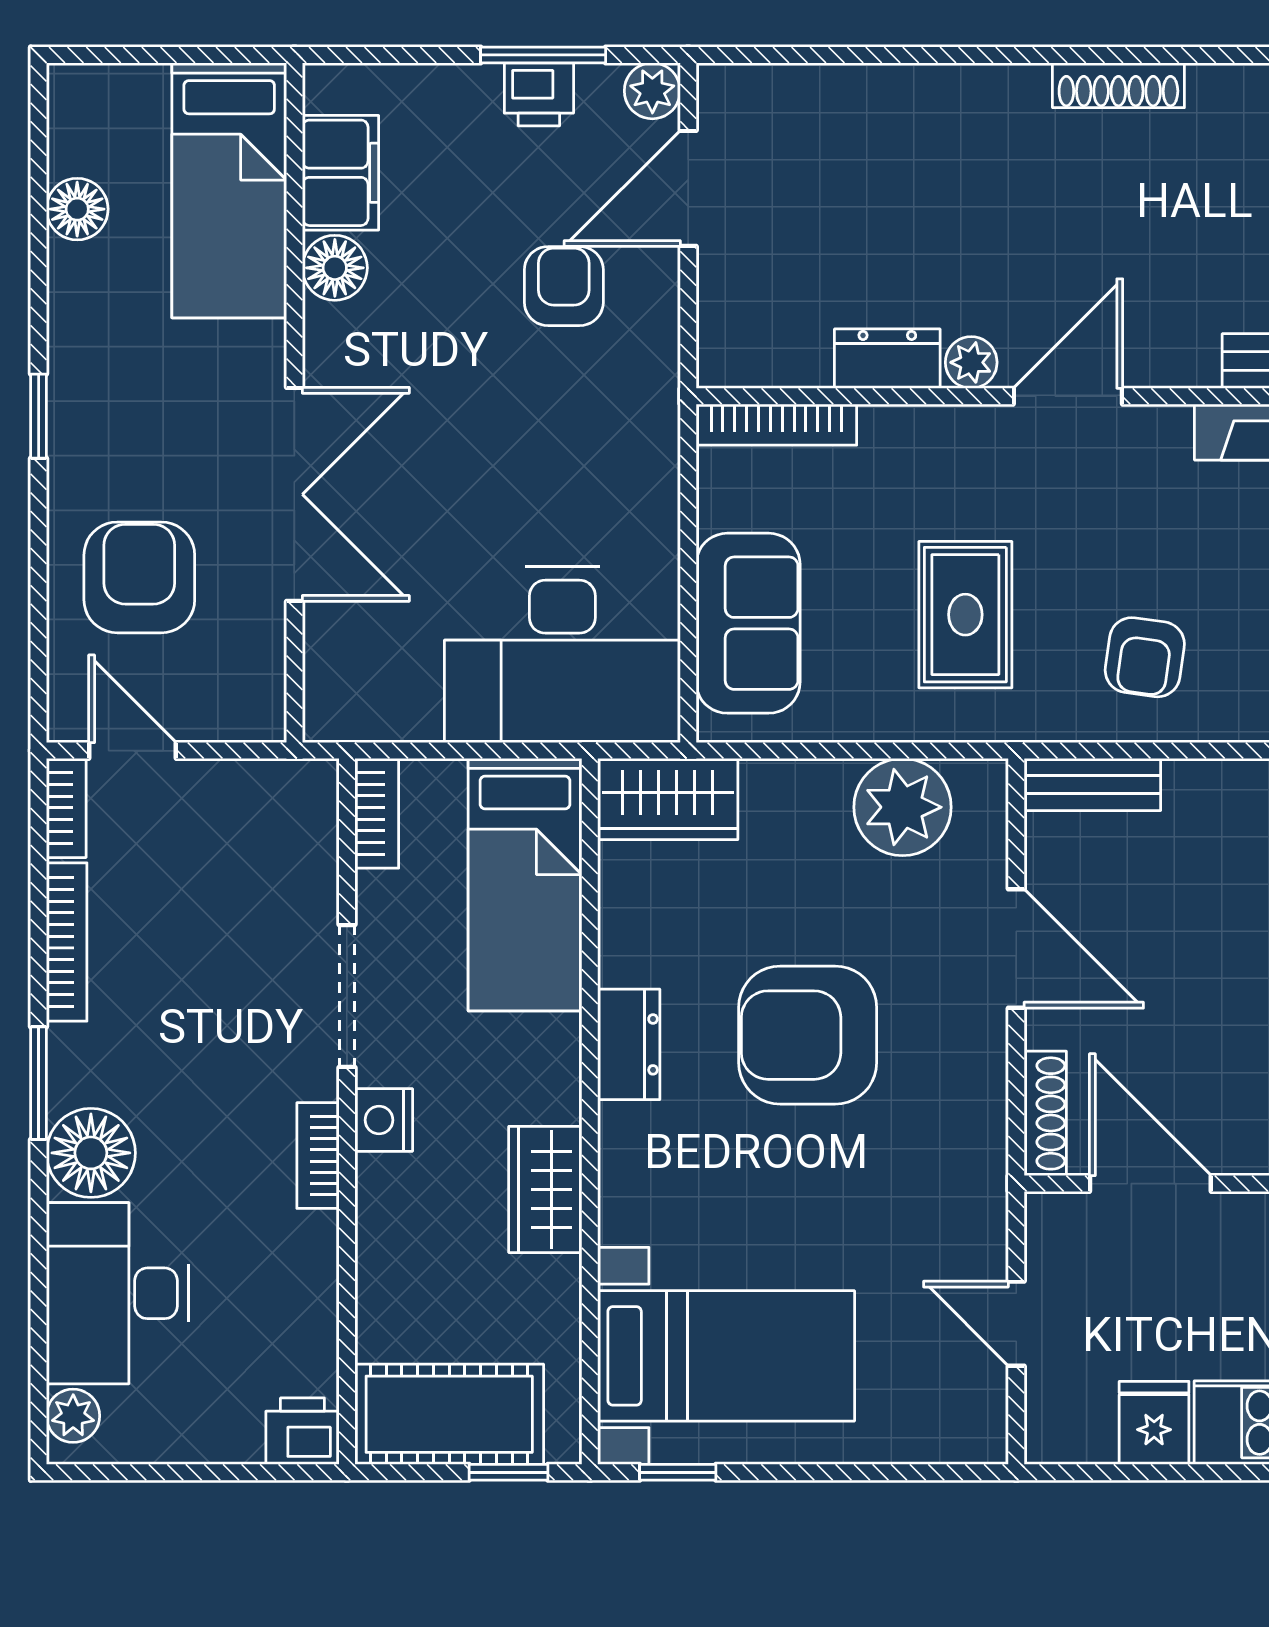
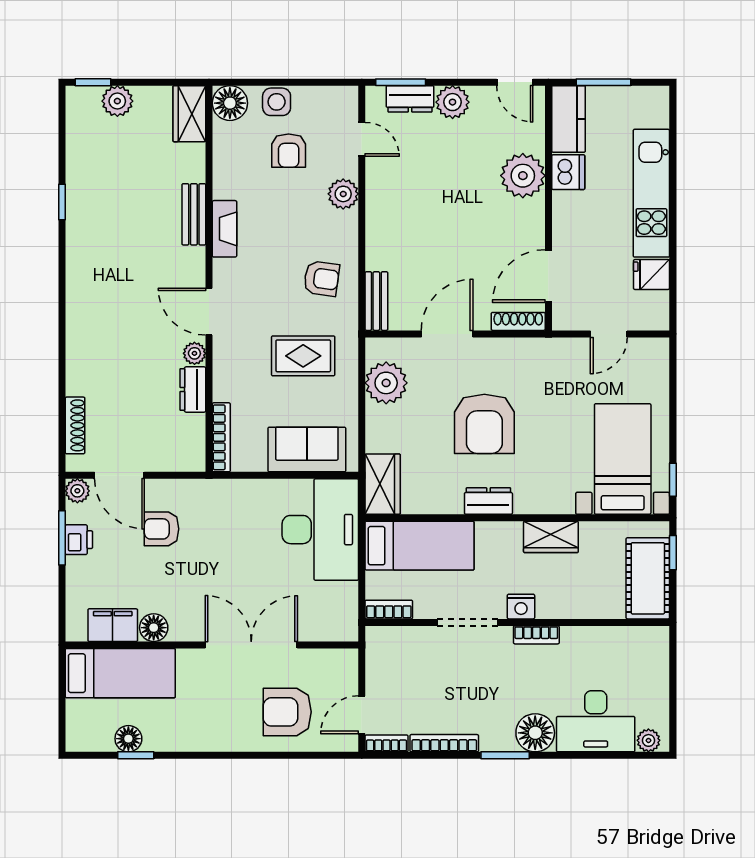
shoe rack: (1118, 85) -> (75, 425), moved
window: (39, 416) -> (136, 755), moved
printer: (302, 1431) -> (655, 642), removed

